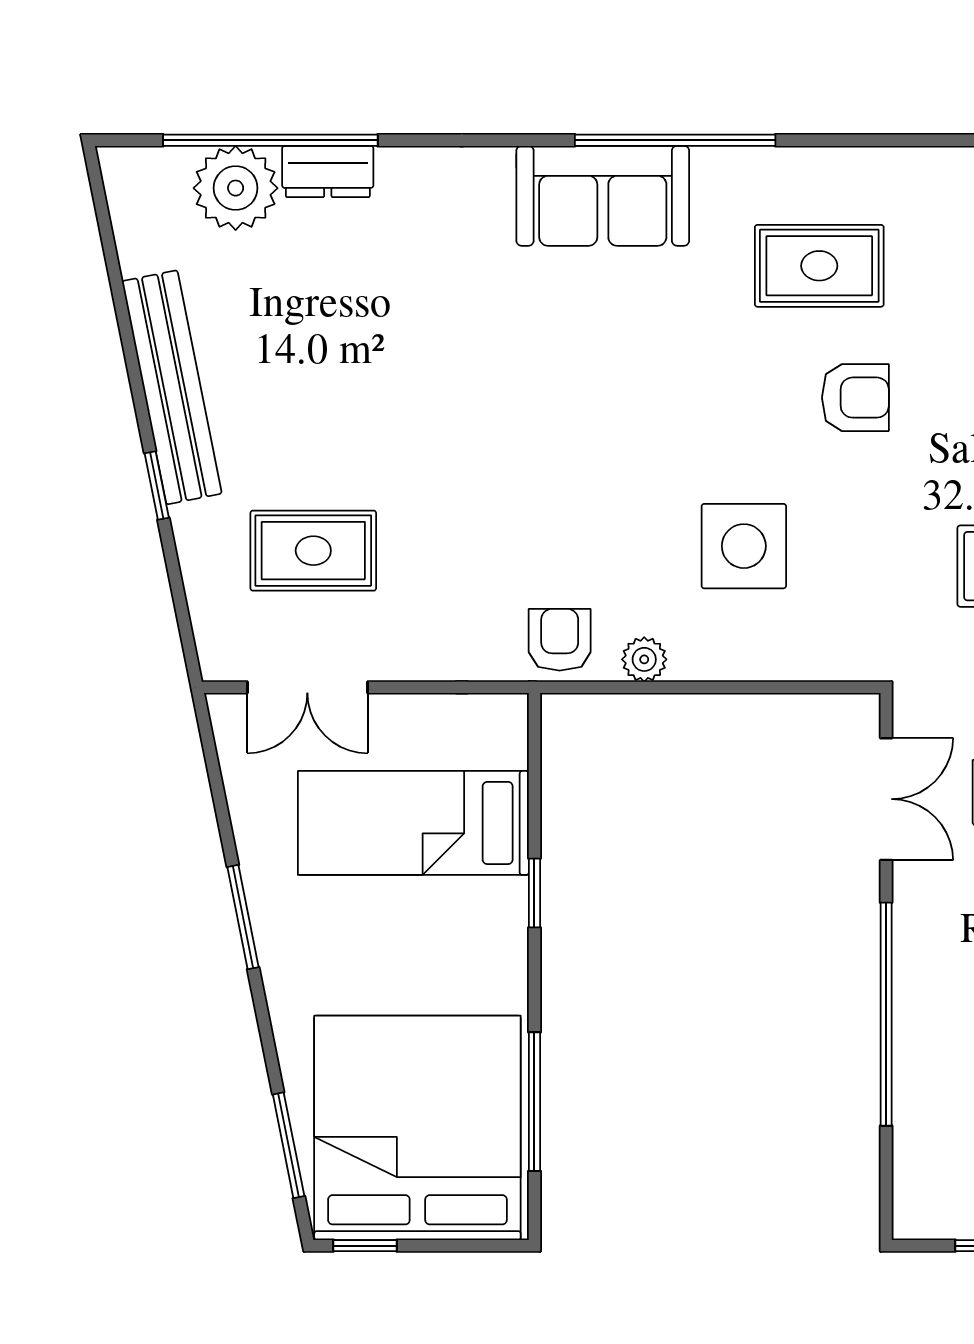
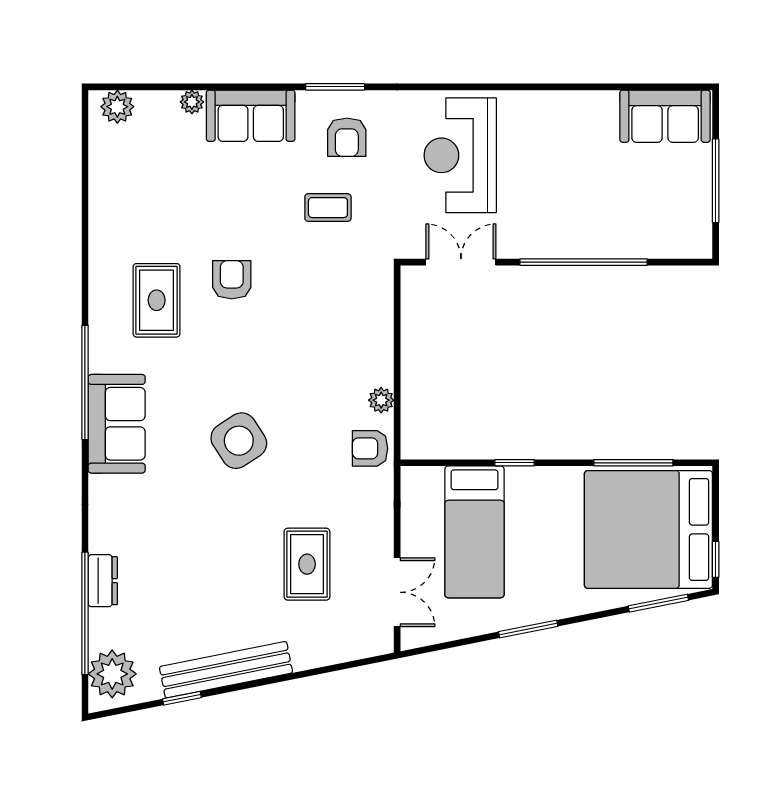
plant: (236, 188) -> (112, 674), moved
window: (157, 485) -> (182, 698), moved
side table: (744, 546) -> (239, 441), moved, turned -33
rug: (313, 551) -> (307, 564), moved

